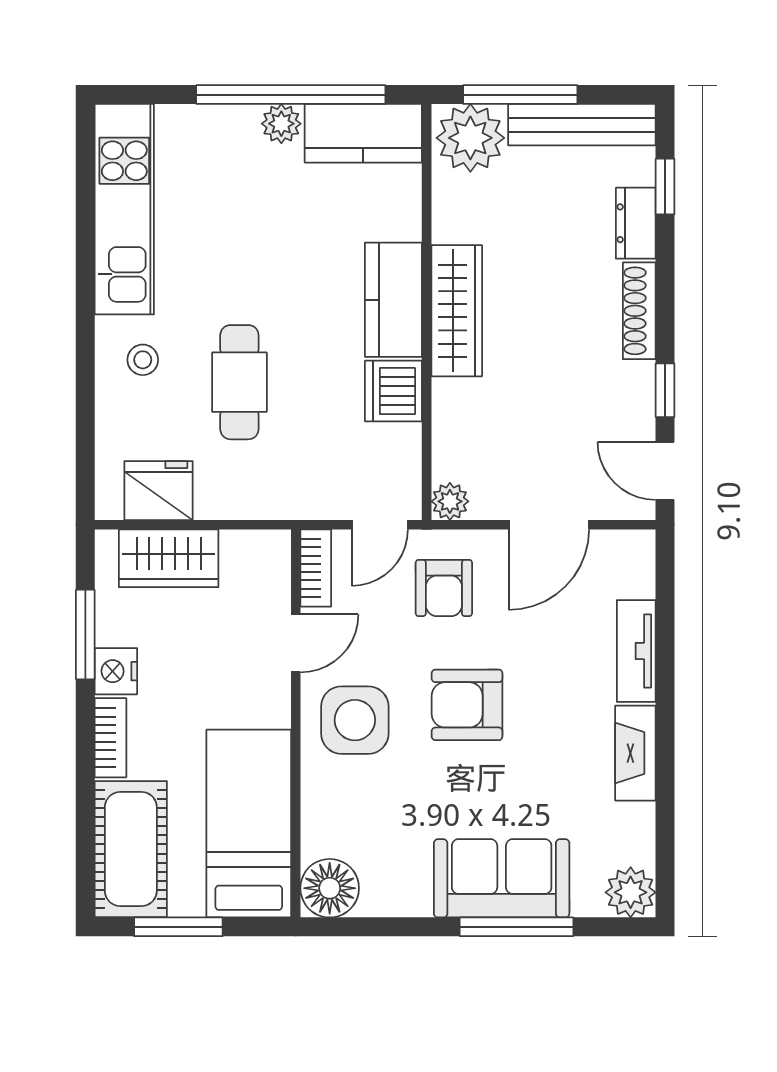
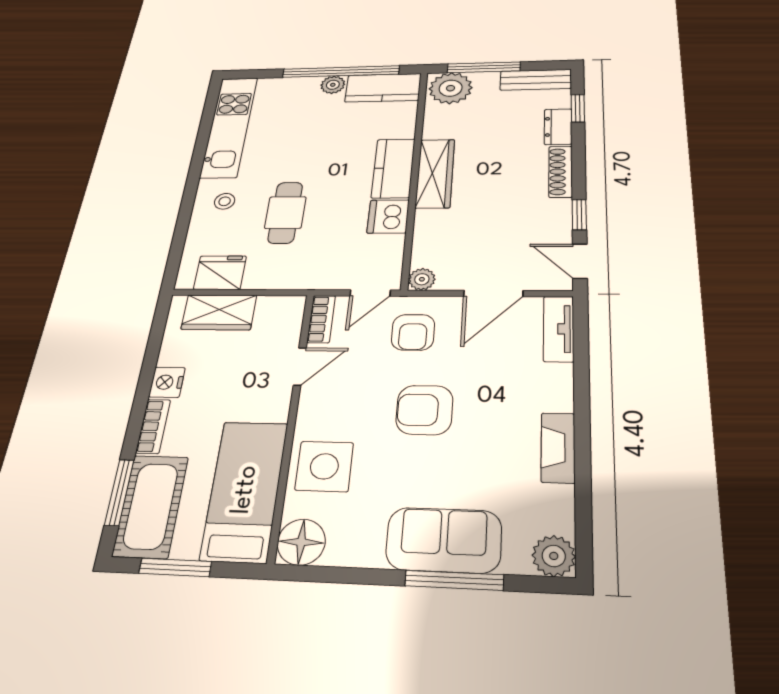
bench: (582, 125) -> (536, 80), width x0.73
window: (85, 635) -> (119, 492), moved
tv unit: (636, 651) -> (559, 329), moved
side table: (355, 720) -> (324, 466), moved

